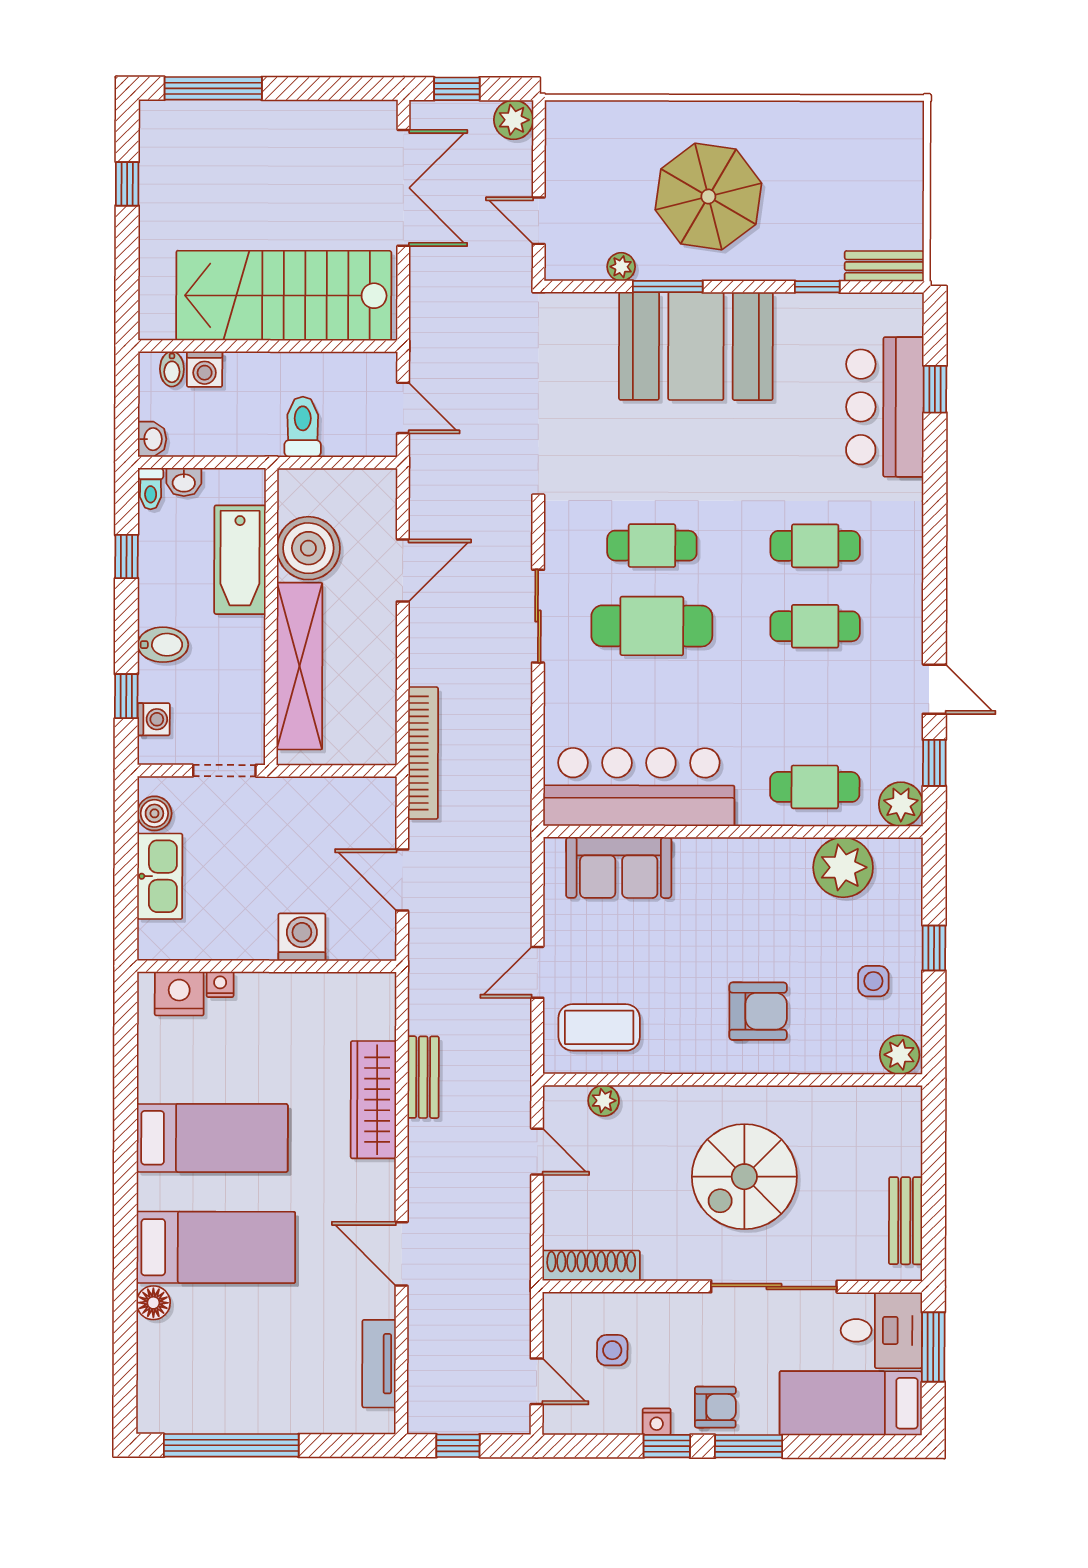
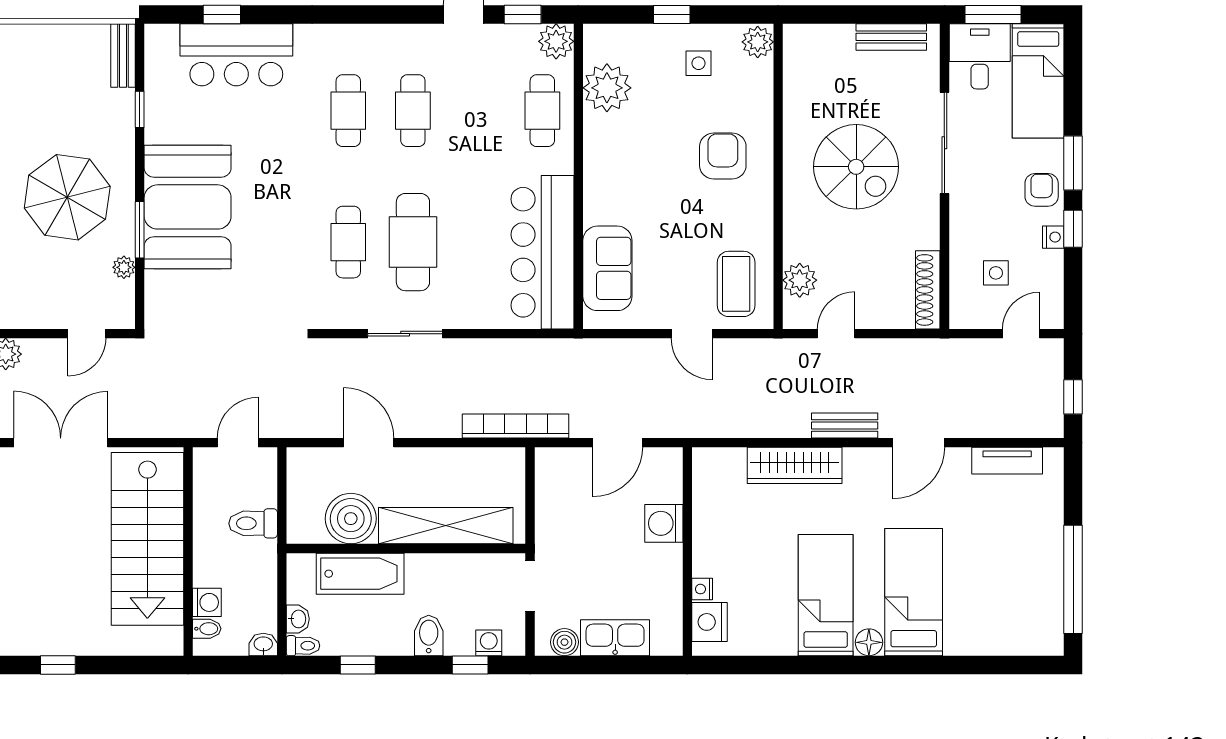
bench: (423, 1077) -> (845, 426), moved
plant: (604, 1101) -> (800, 280), width x1.38, depth x1.38
floor lamp: (153, 1303) -> (869, 642), moved

